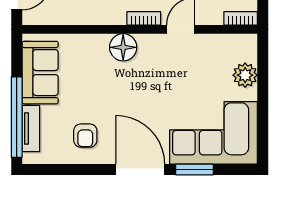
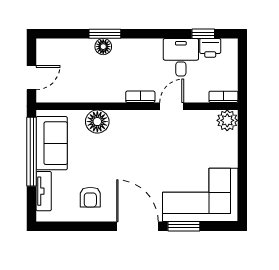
floor lamp: (123, 47) -> (97, 122), moved
plant: (245, 75) -> (227, 120), moved
window: (17, 117) -> (32, 152), moved

